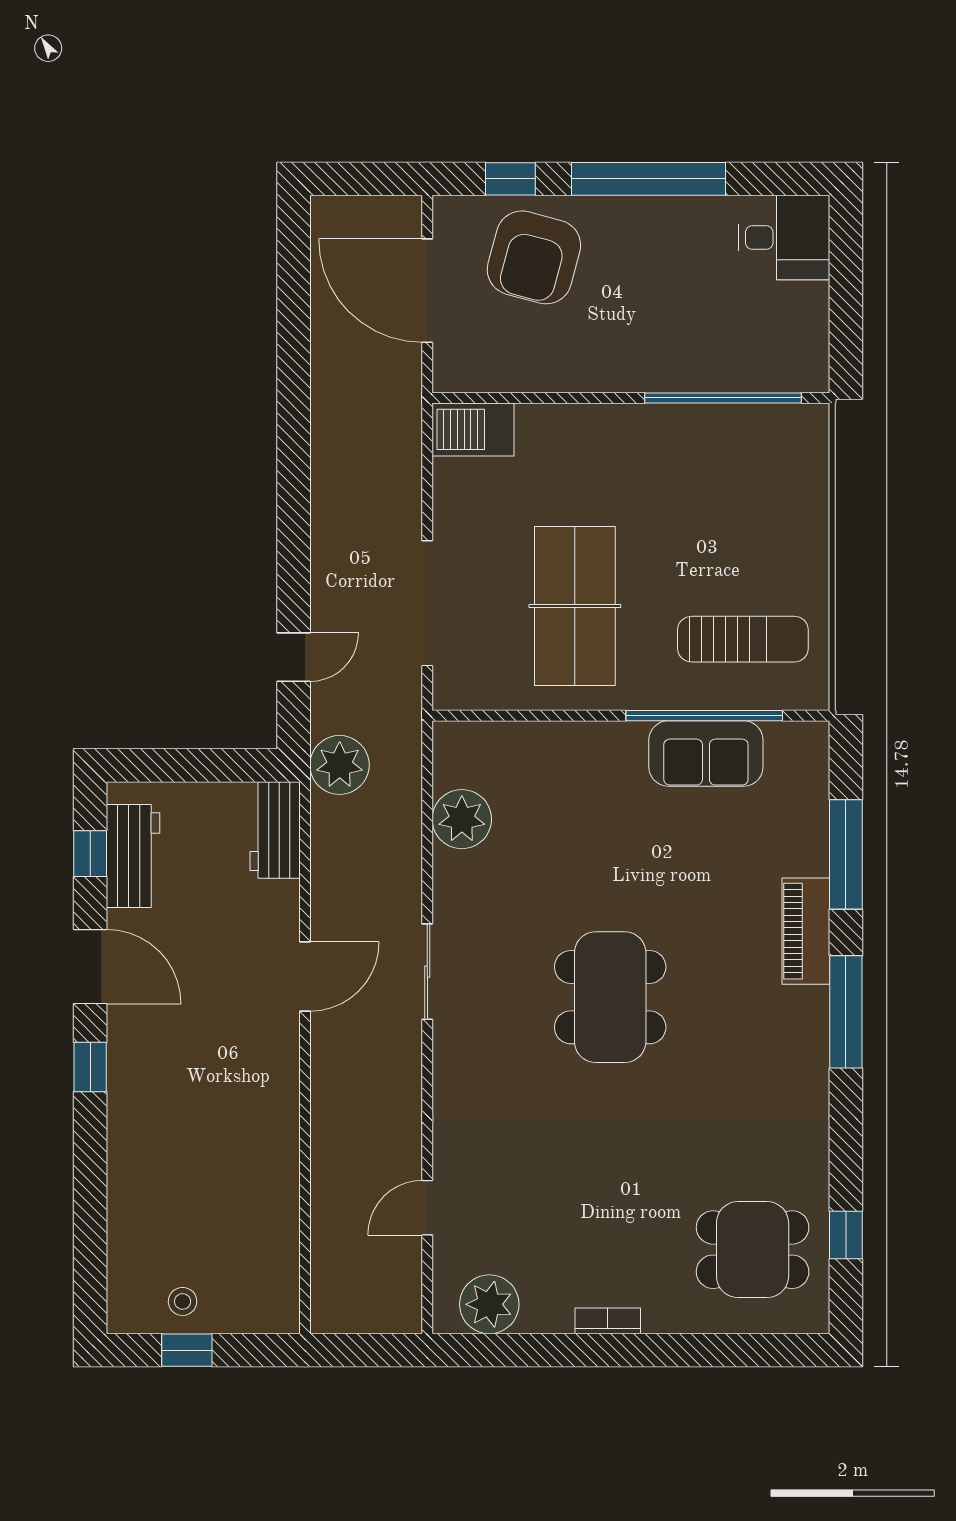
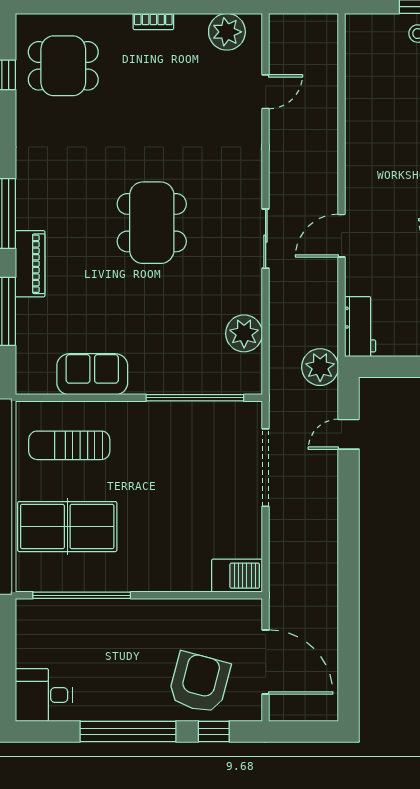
table tennis table: (575, 606) -> (67, 527), moved, turned 90
window: (704, 716) -> (195, 398), moved

